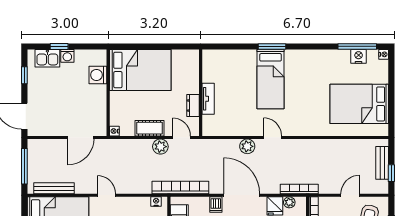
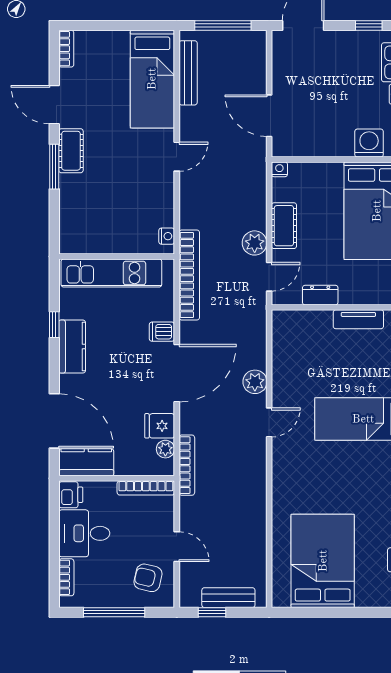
tv unit: (208, 99) -> (358, 319), moved

